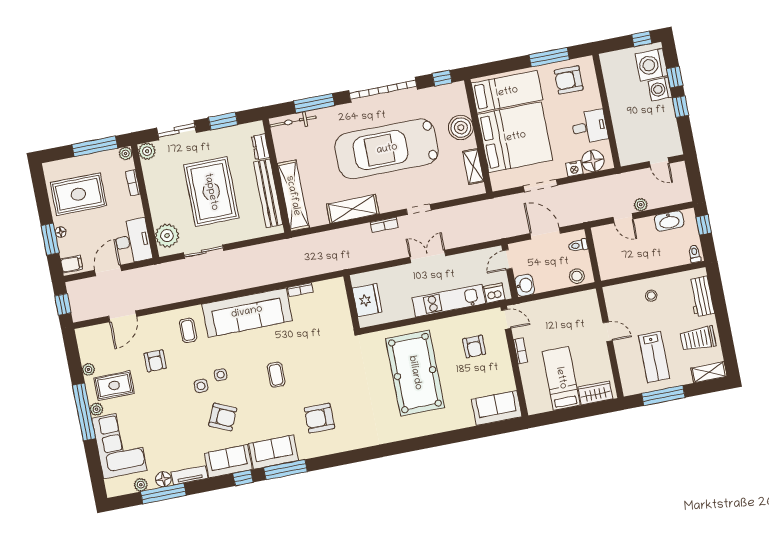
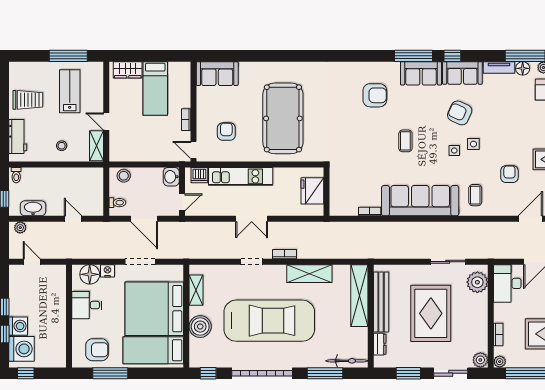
plant: (641, 205) -> (20, 228), moved
shelving: (709, 372) -> (97, 146), moved, turned 90

